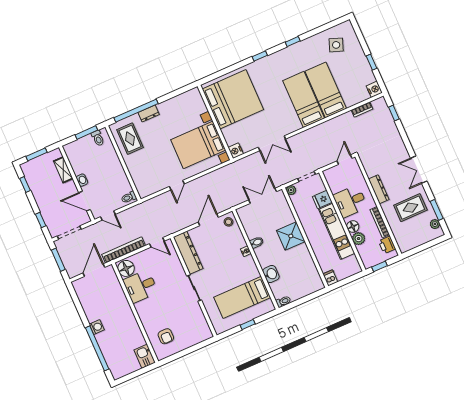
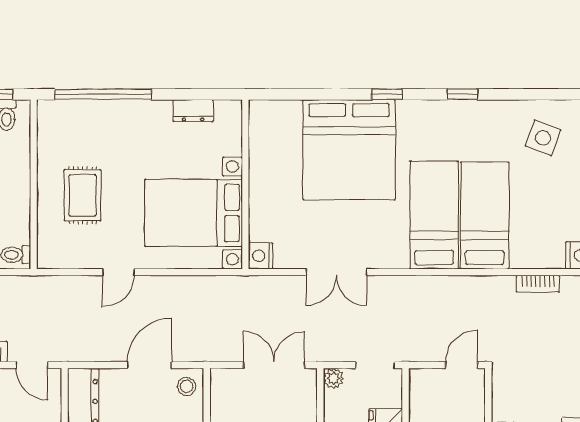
bed: (233, 99) -> (349, 150), moved, turned 90
dresser: (149, 114) -> (193, 111), moved
rug: (130, 139) -> (83, 195), moved

